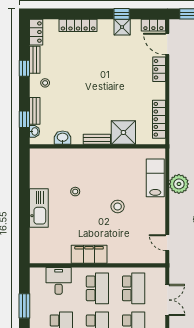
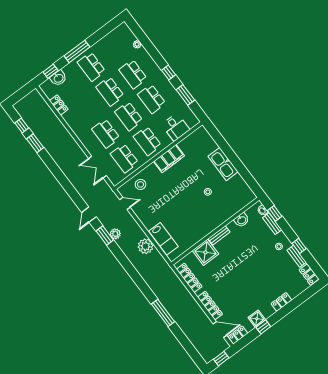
locker: (78, 25) -> (281, 302), width x0.66
locker: (159, 69) -> (210, 306), width x1.53
stool: (118, 206) -> (141, 184), moved

